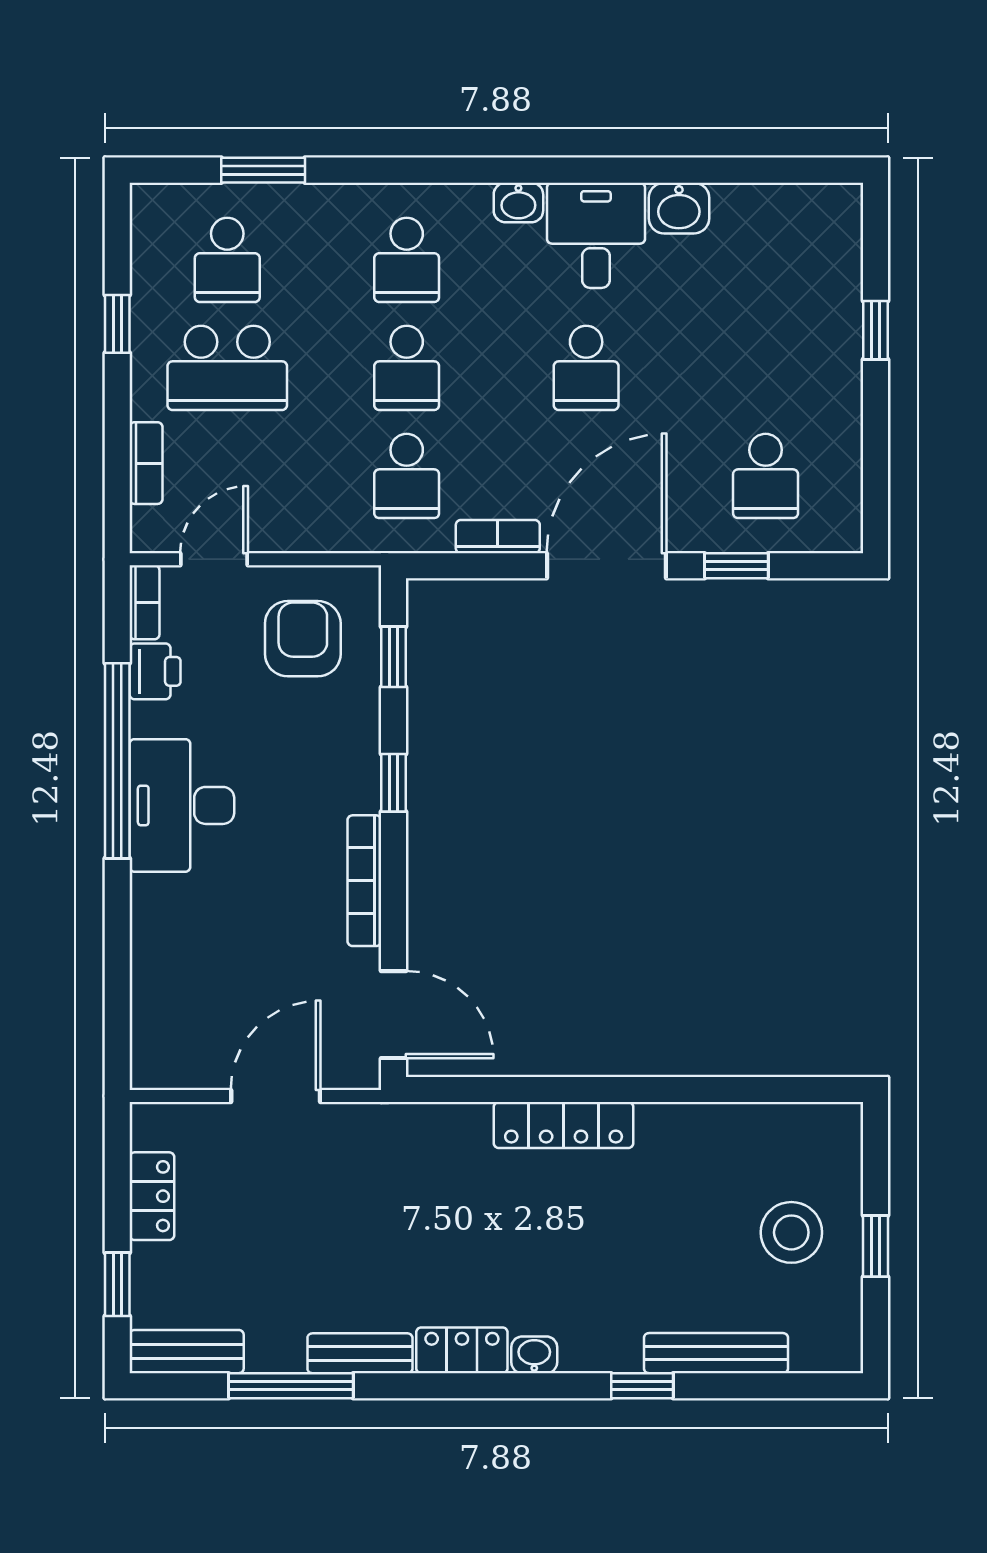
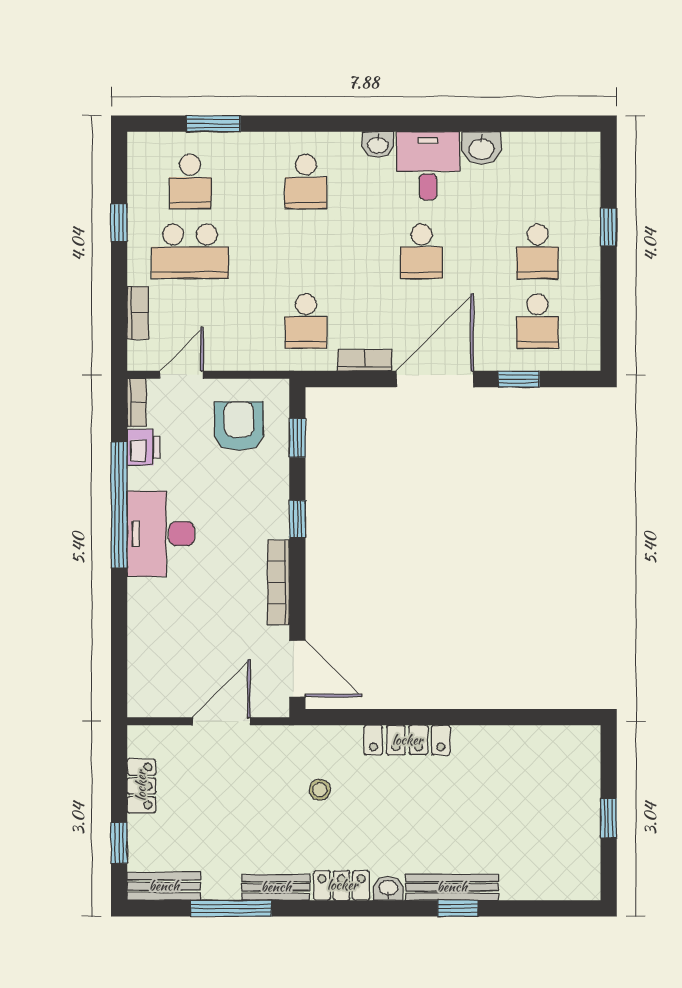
school desk: (407, 368) -> (538, 251), moved
stool: (791, 1232) -> (320, 790), moved, width x0.53, depth x0.53
bench: (716, 1353) -> (452, 887), moved

